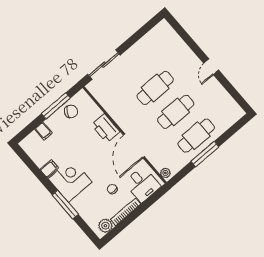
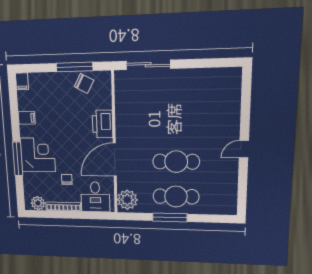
cafe table: (155, 88) -> (176, 126), removed
filing cabinet: (44, 131) -> (22, 81), moved
plant: (165, 173) -> (127, 200), width x1.88, depth x1.88
corner desk: (70, 180) -> (38, 155), moved

